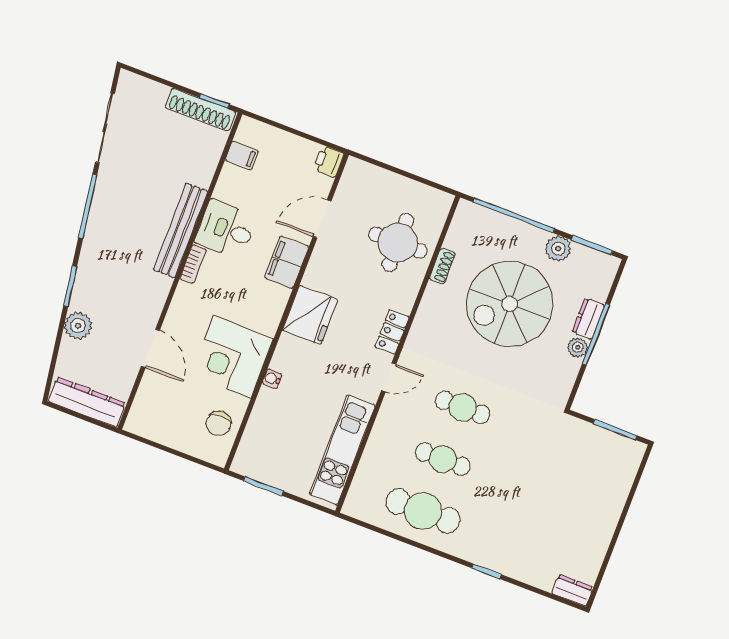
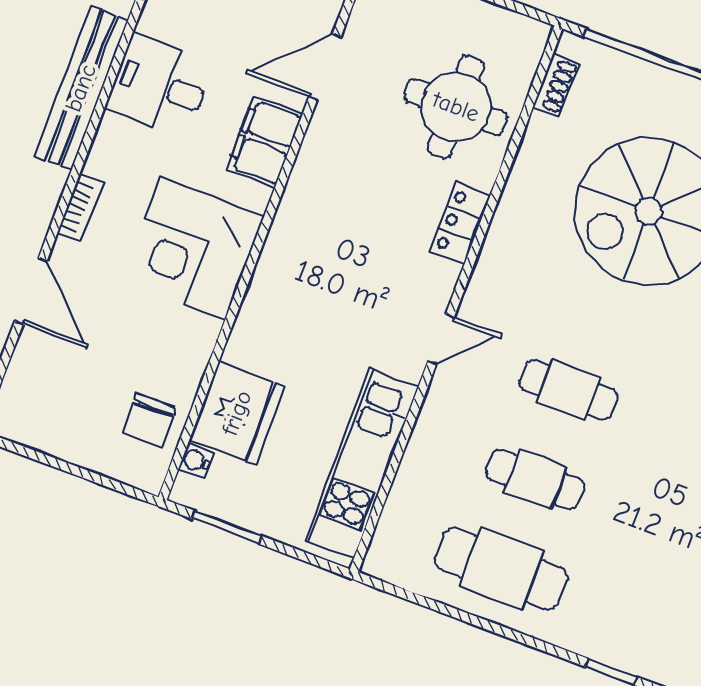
bookcase: (193, 264) -> (80, 208), moved
shoe rack: (442, 266) -> (556, 85), moved
fridge: (310, 315) -> (237, 413), moved
locker: (392, 332) -> (460, 223), moved
corner desk: (232, 357) -> (193, 249), moved
water cooler: (272, 379) -> (196, 461), moved

